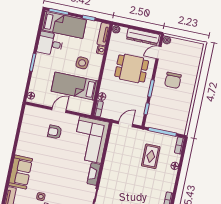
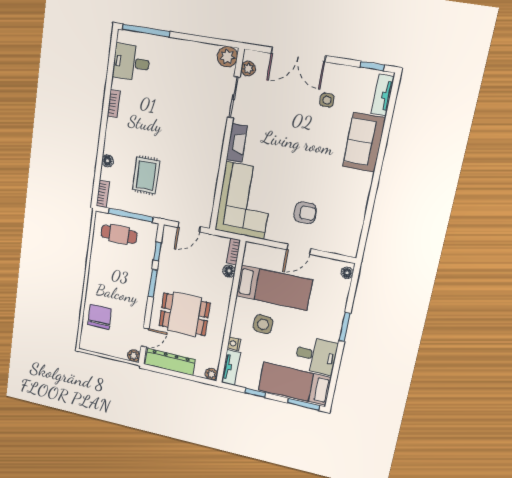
chair: (173, 80) -> (100, 317), moved
cafe table: (171, 120) -> (119, 234), added

